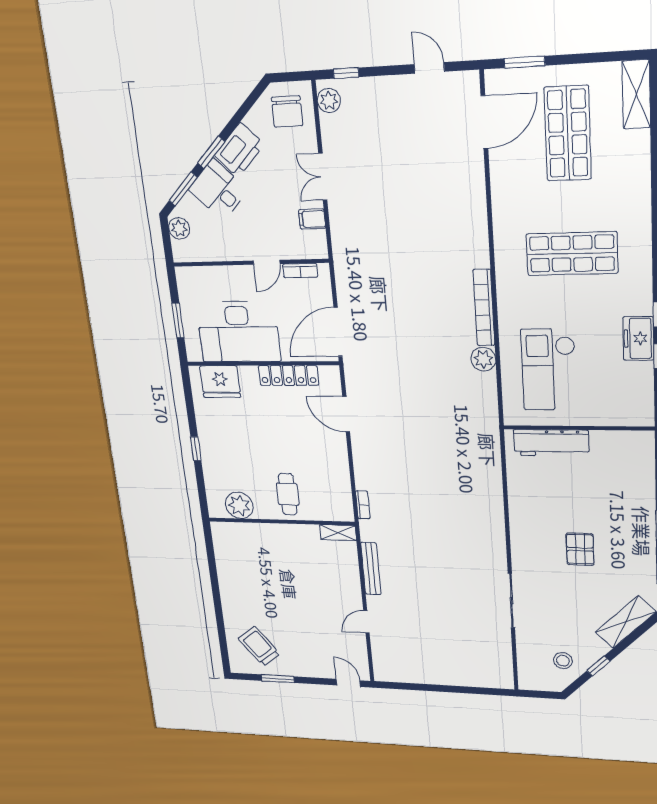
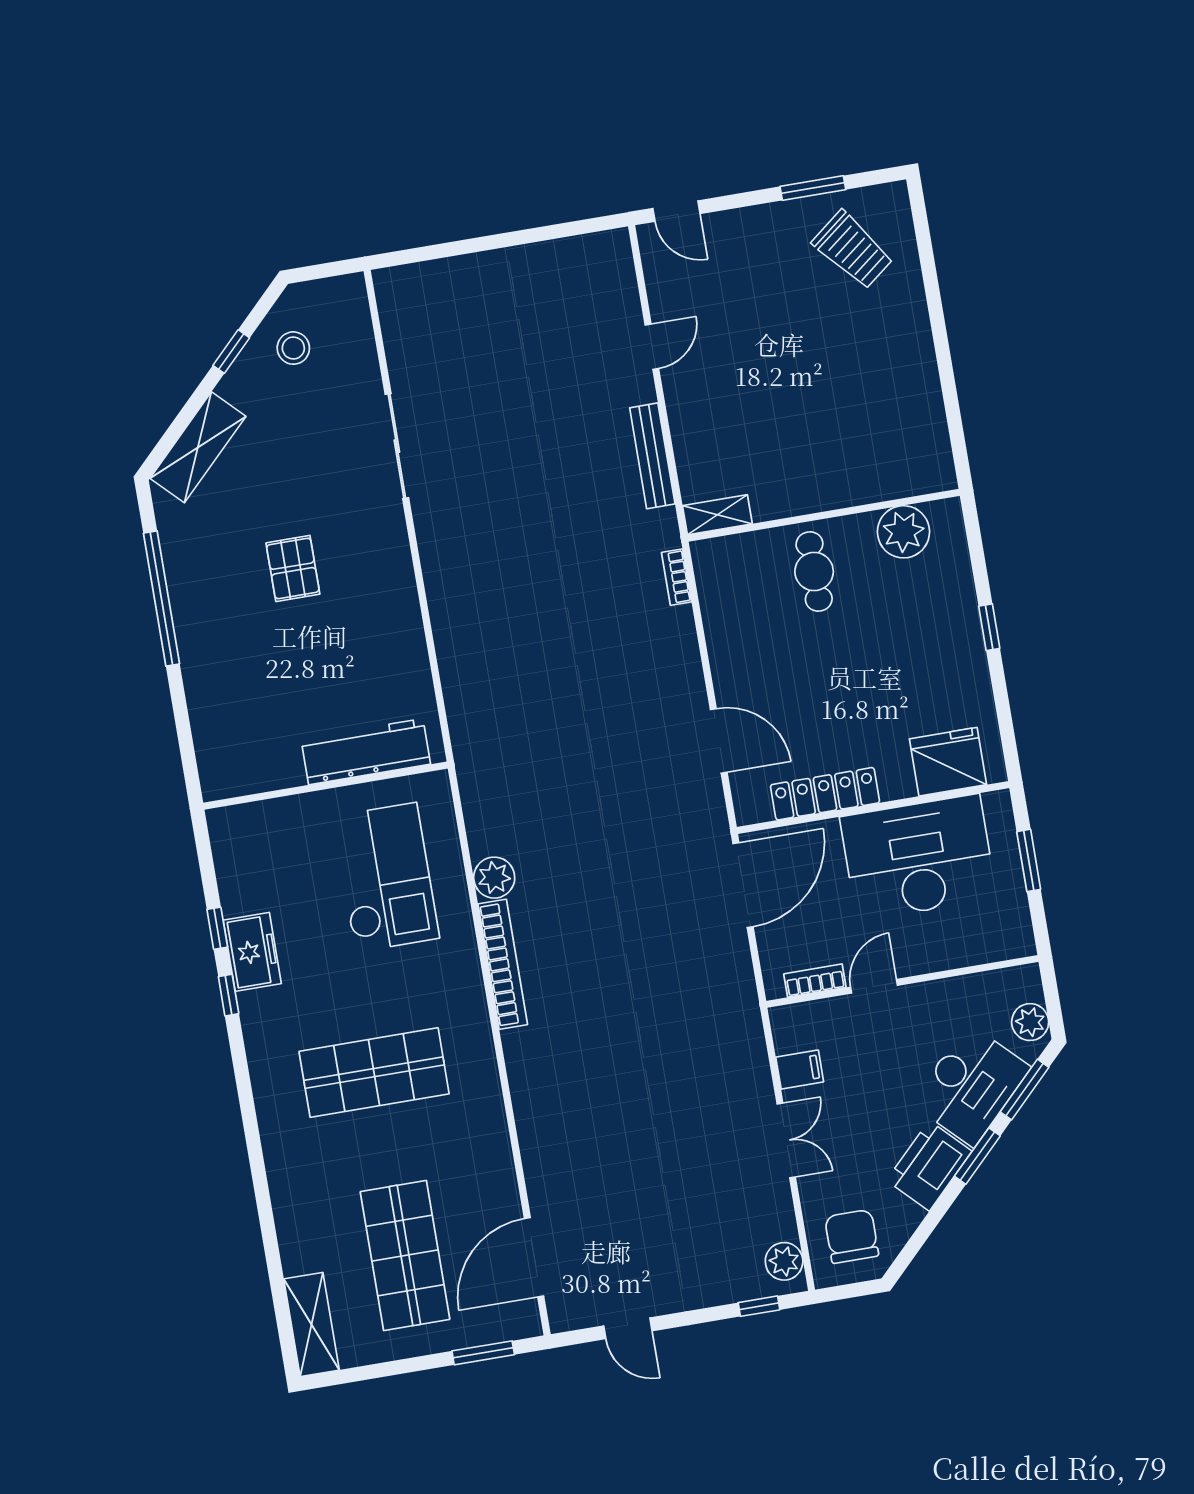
desk: (218, 190) -> (971, 1085), width x1.37

